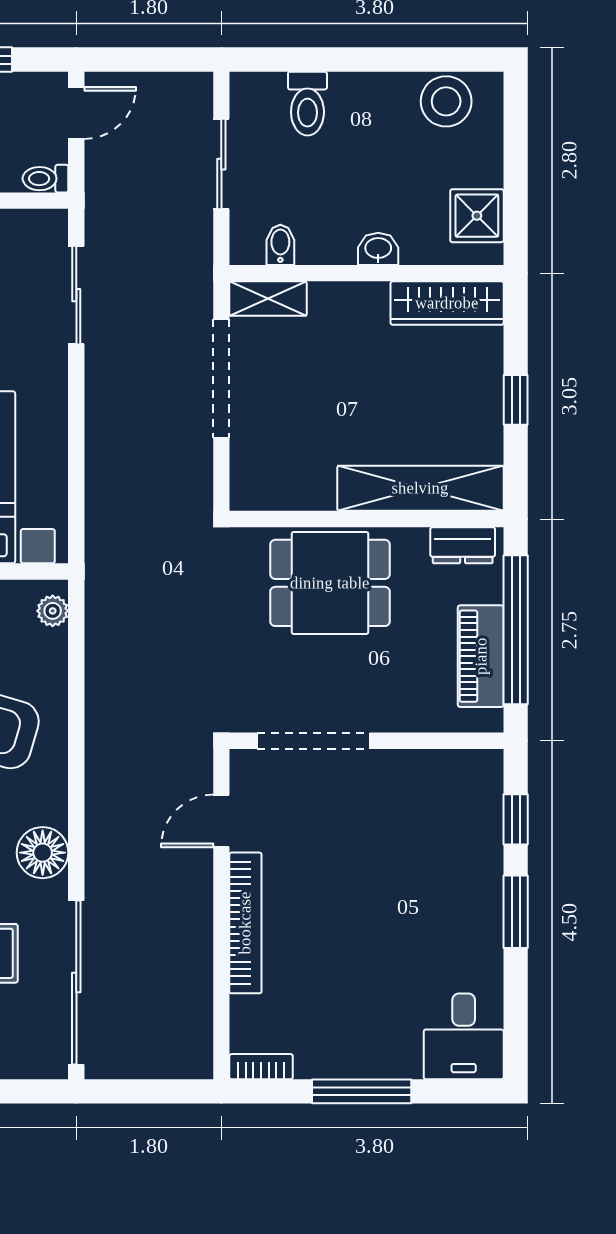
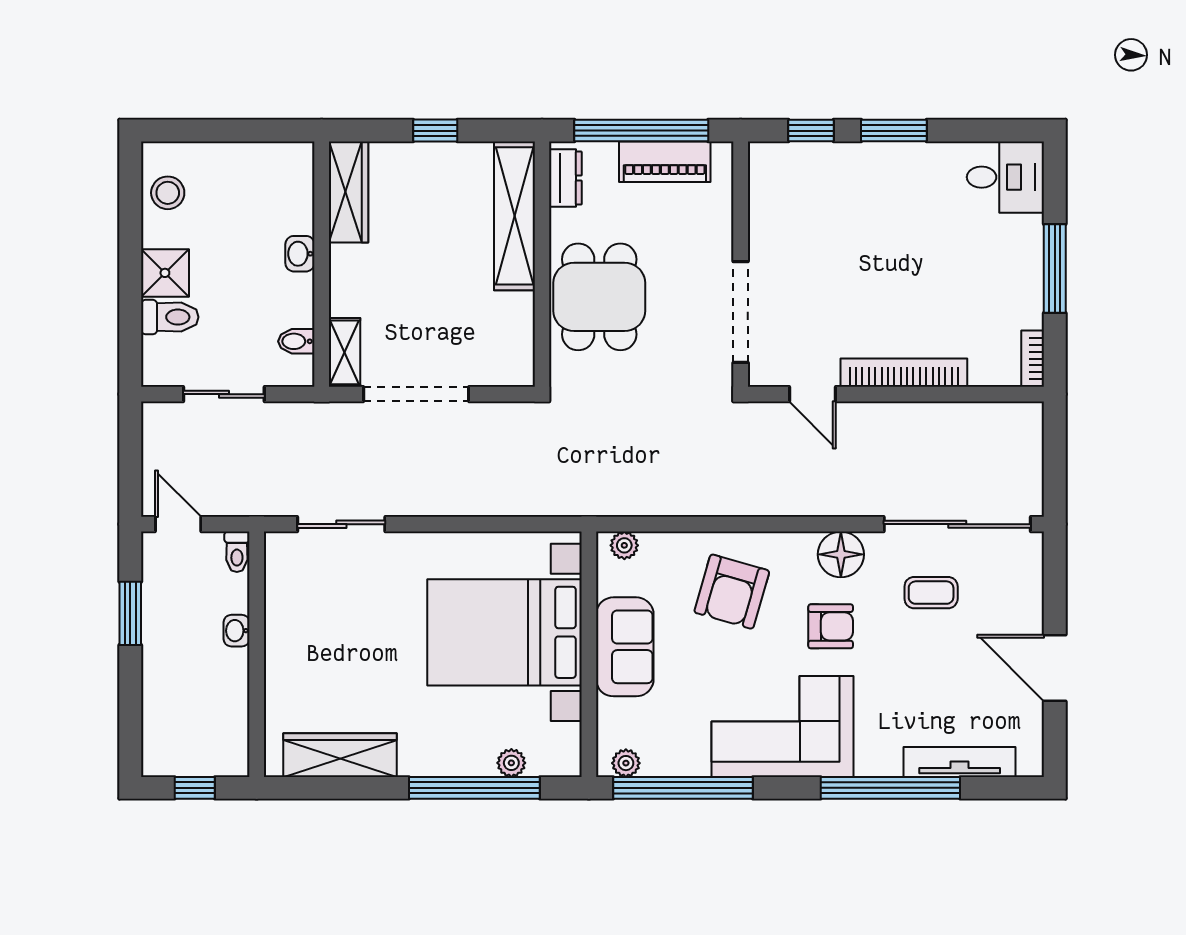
stool: (446, 101) -> (168, 193), width x0.73, depth x0.73
shower: (477, 216) -> (165, 273), moved

